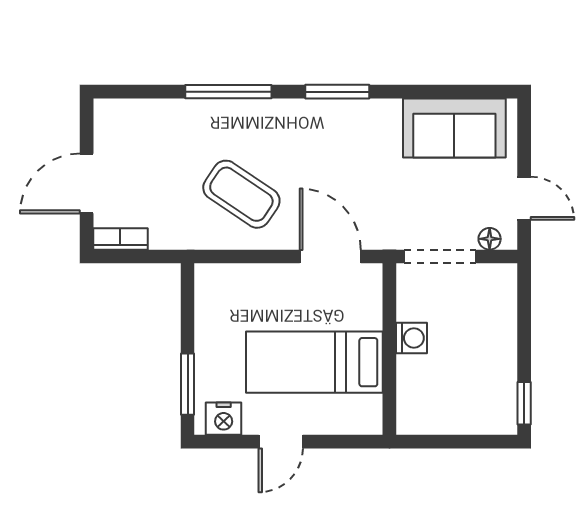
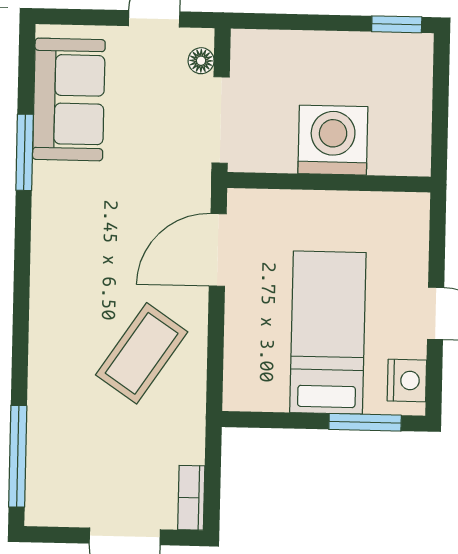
window: (228, 92) -> (18, 456), moved
window: (337, 92) -> (25, 152), moved
washing machine: (411, 338) -> (333, 140), width x1.89, depth x1.89
bed: (314, 362) -> (328, 333), moved, turned 180

